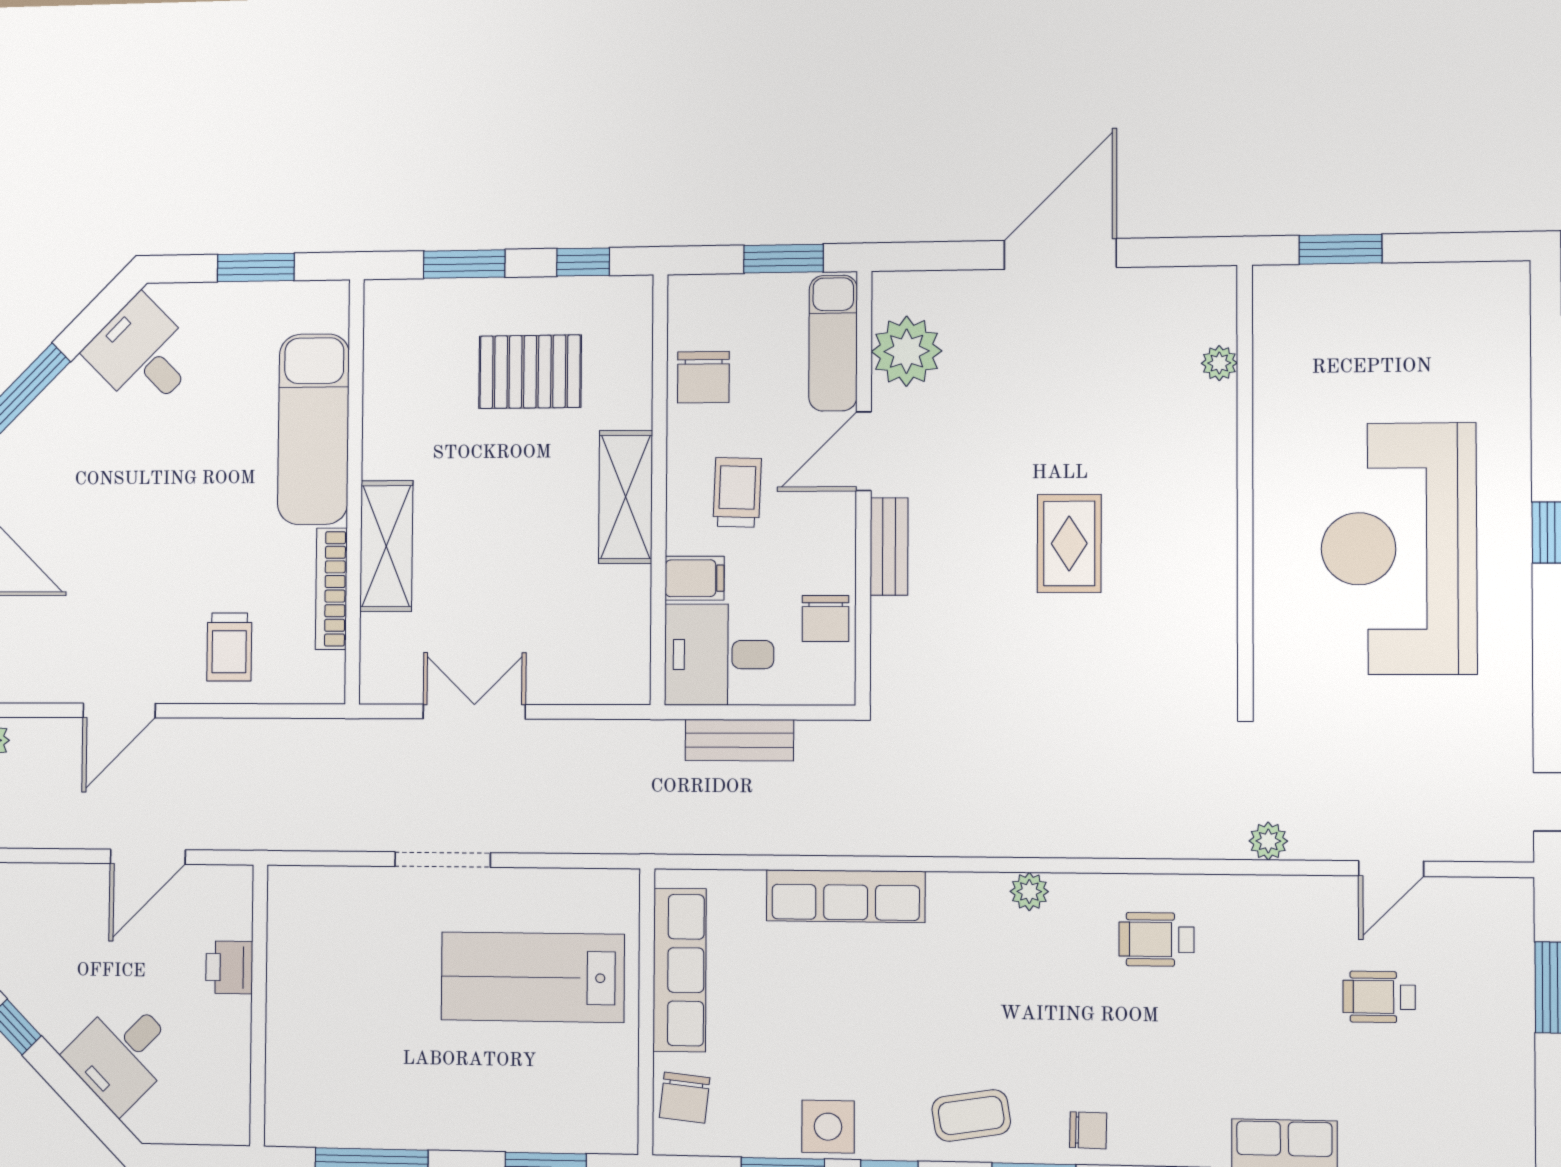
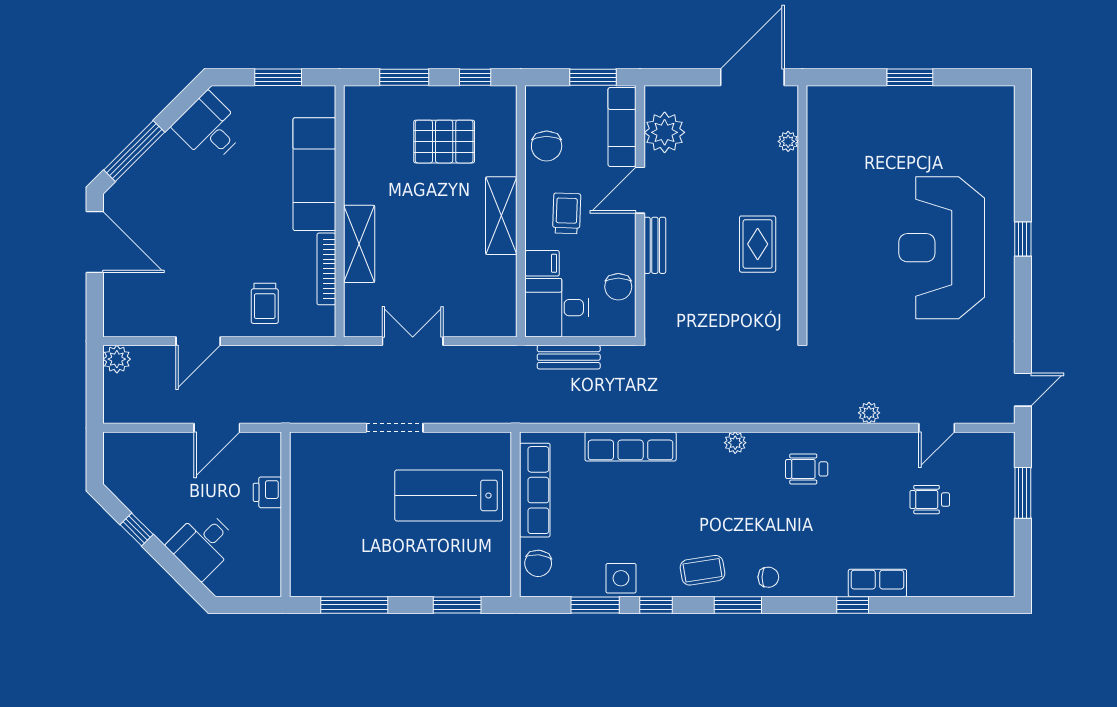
plant: (1219, 363) -> (788, 141), moved
wall: (1245, 485) -> (802, 211), moved

